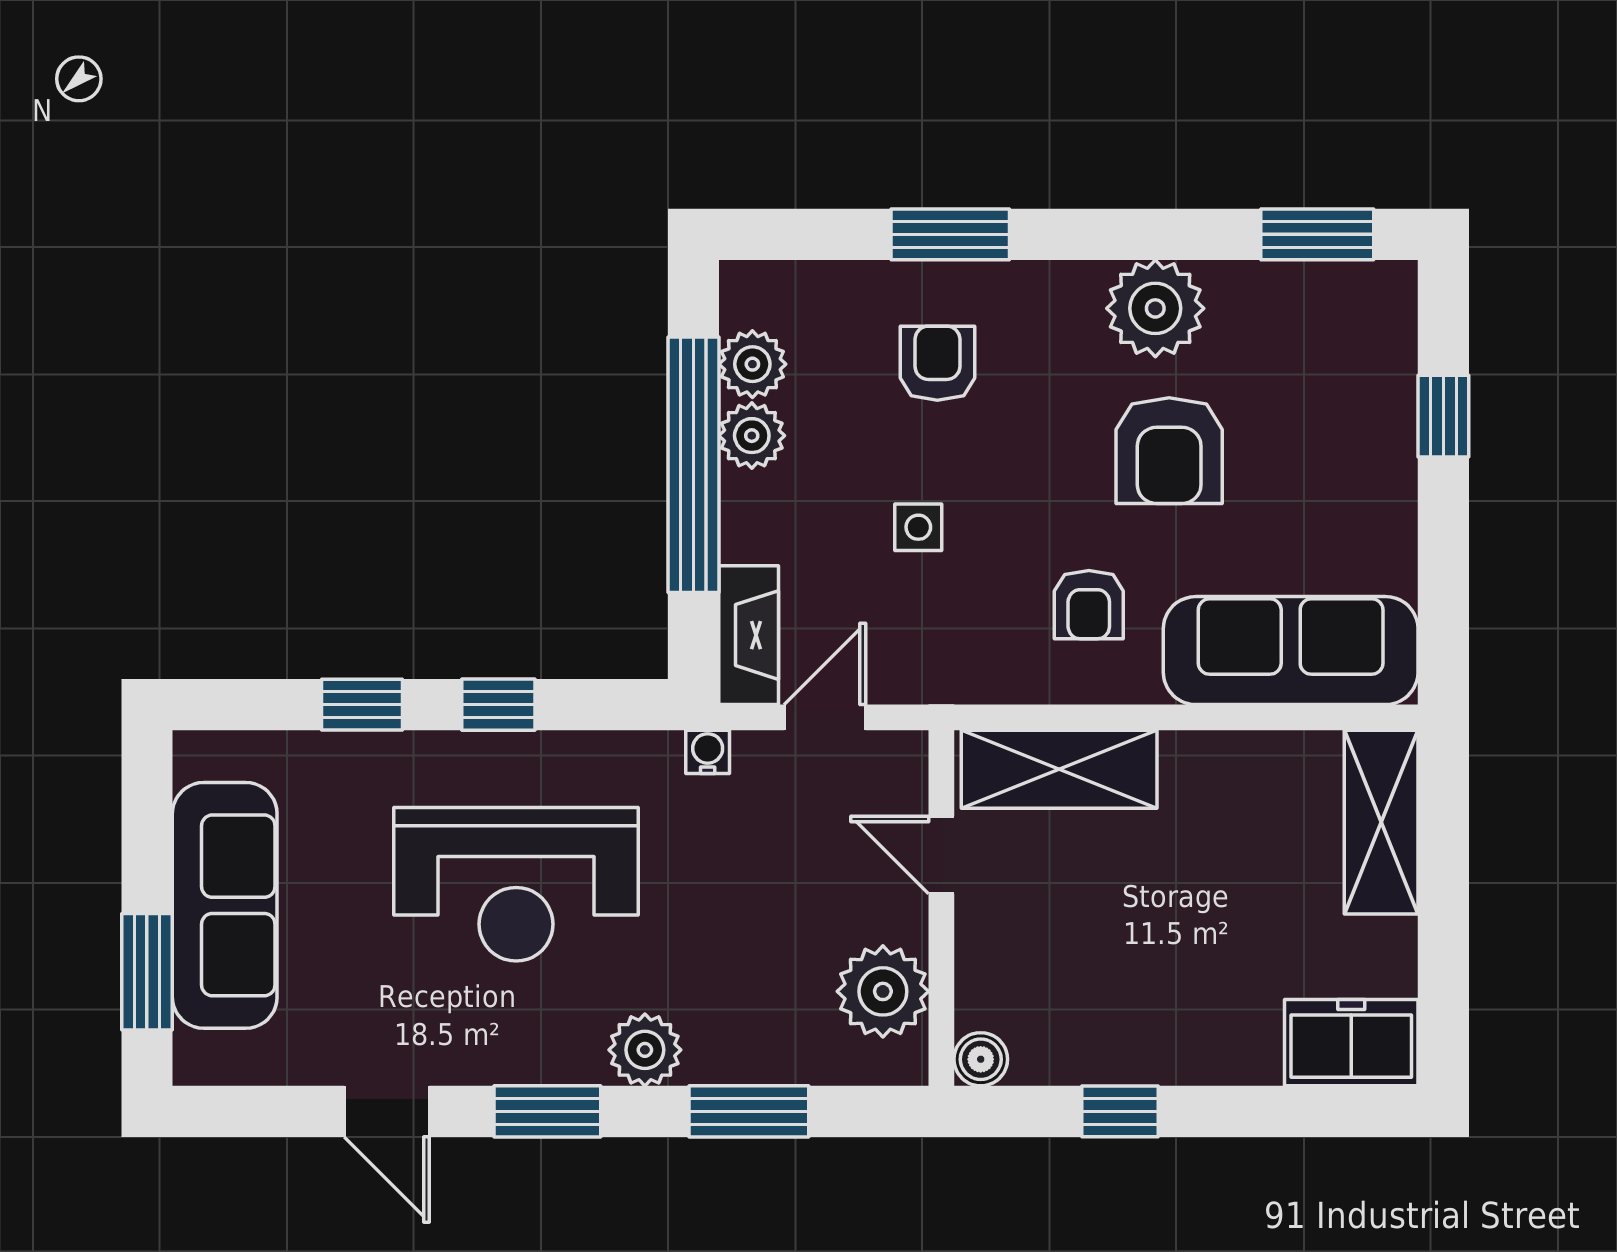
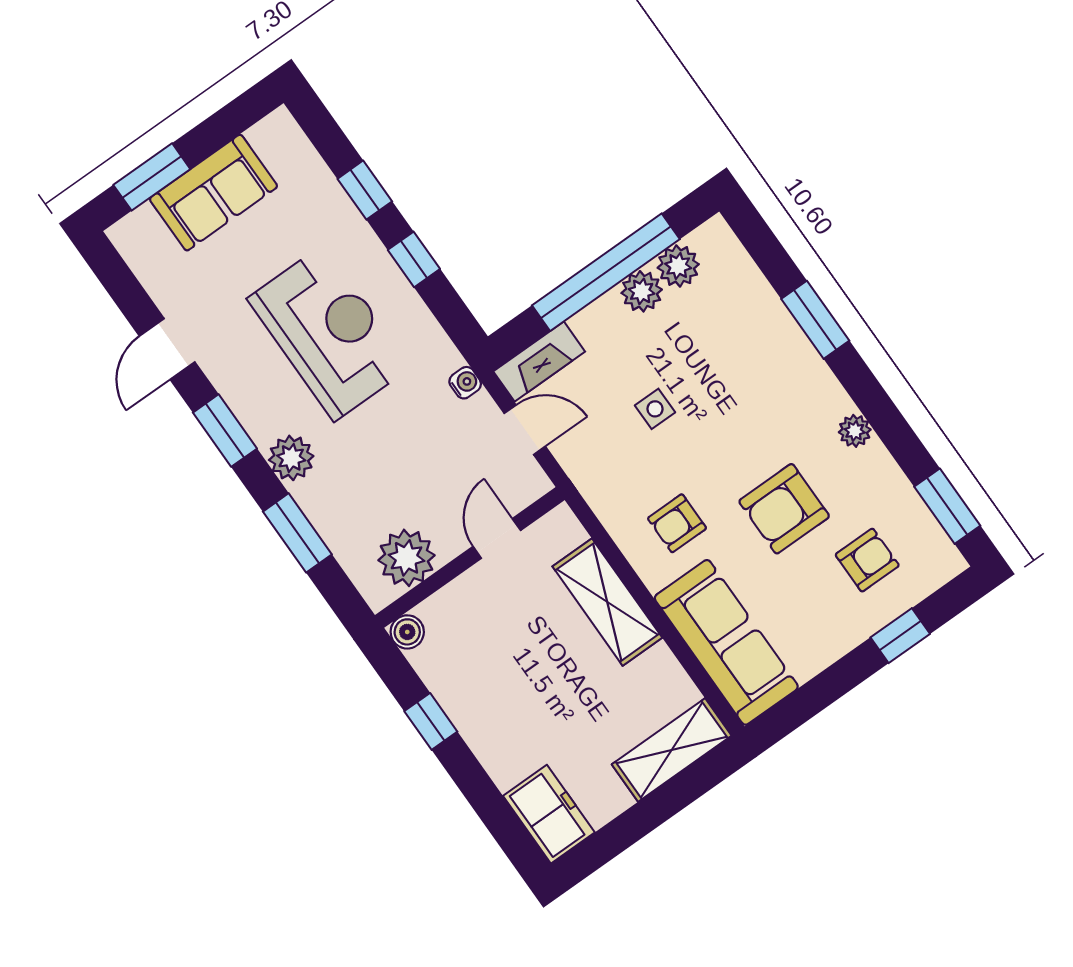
plant: (1155, 308) -> (855, 431), width x0.53, depth x0.53
armchair: (937, 363) -> (867, 560), moved
shelving: (1059, 769) -> (607, 602), moved
reception desk: (516, 884) -> (329, 333), turned 180
sofa: (225, 905) -> (214, 193), width x0.73

